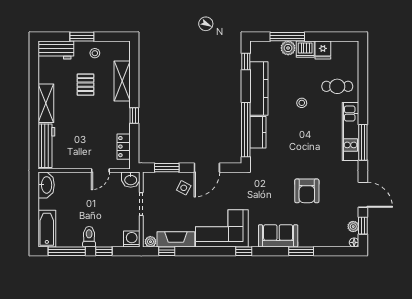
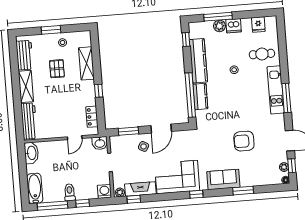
workbench: (56, 50) -> (25, 55), moved, turned -90
fridge: (323, 50) -> (258, 24), moved
armchair: (307, 191) -> (244, 141), turned 90

